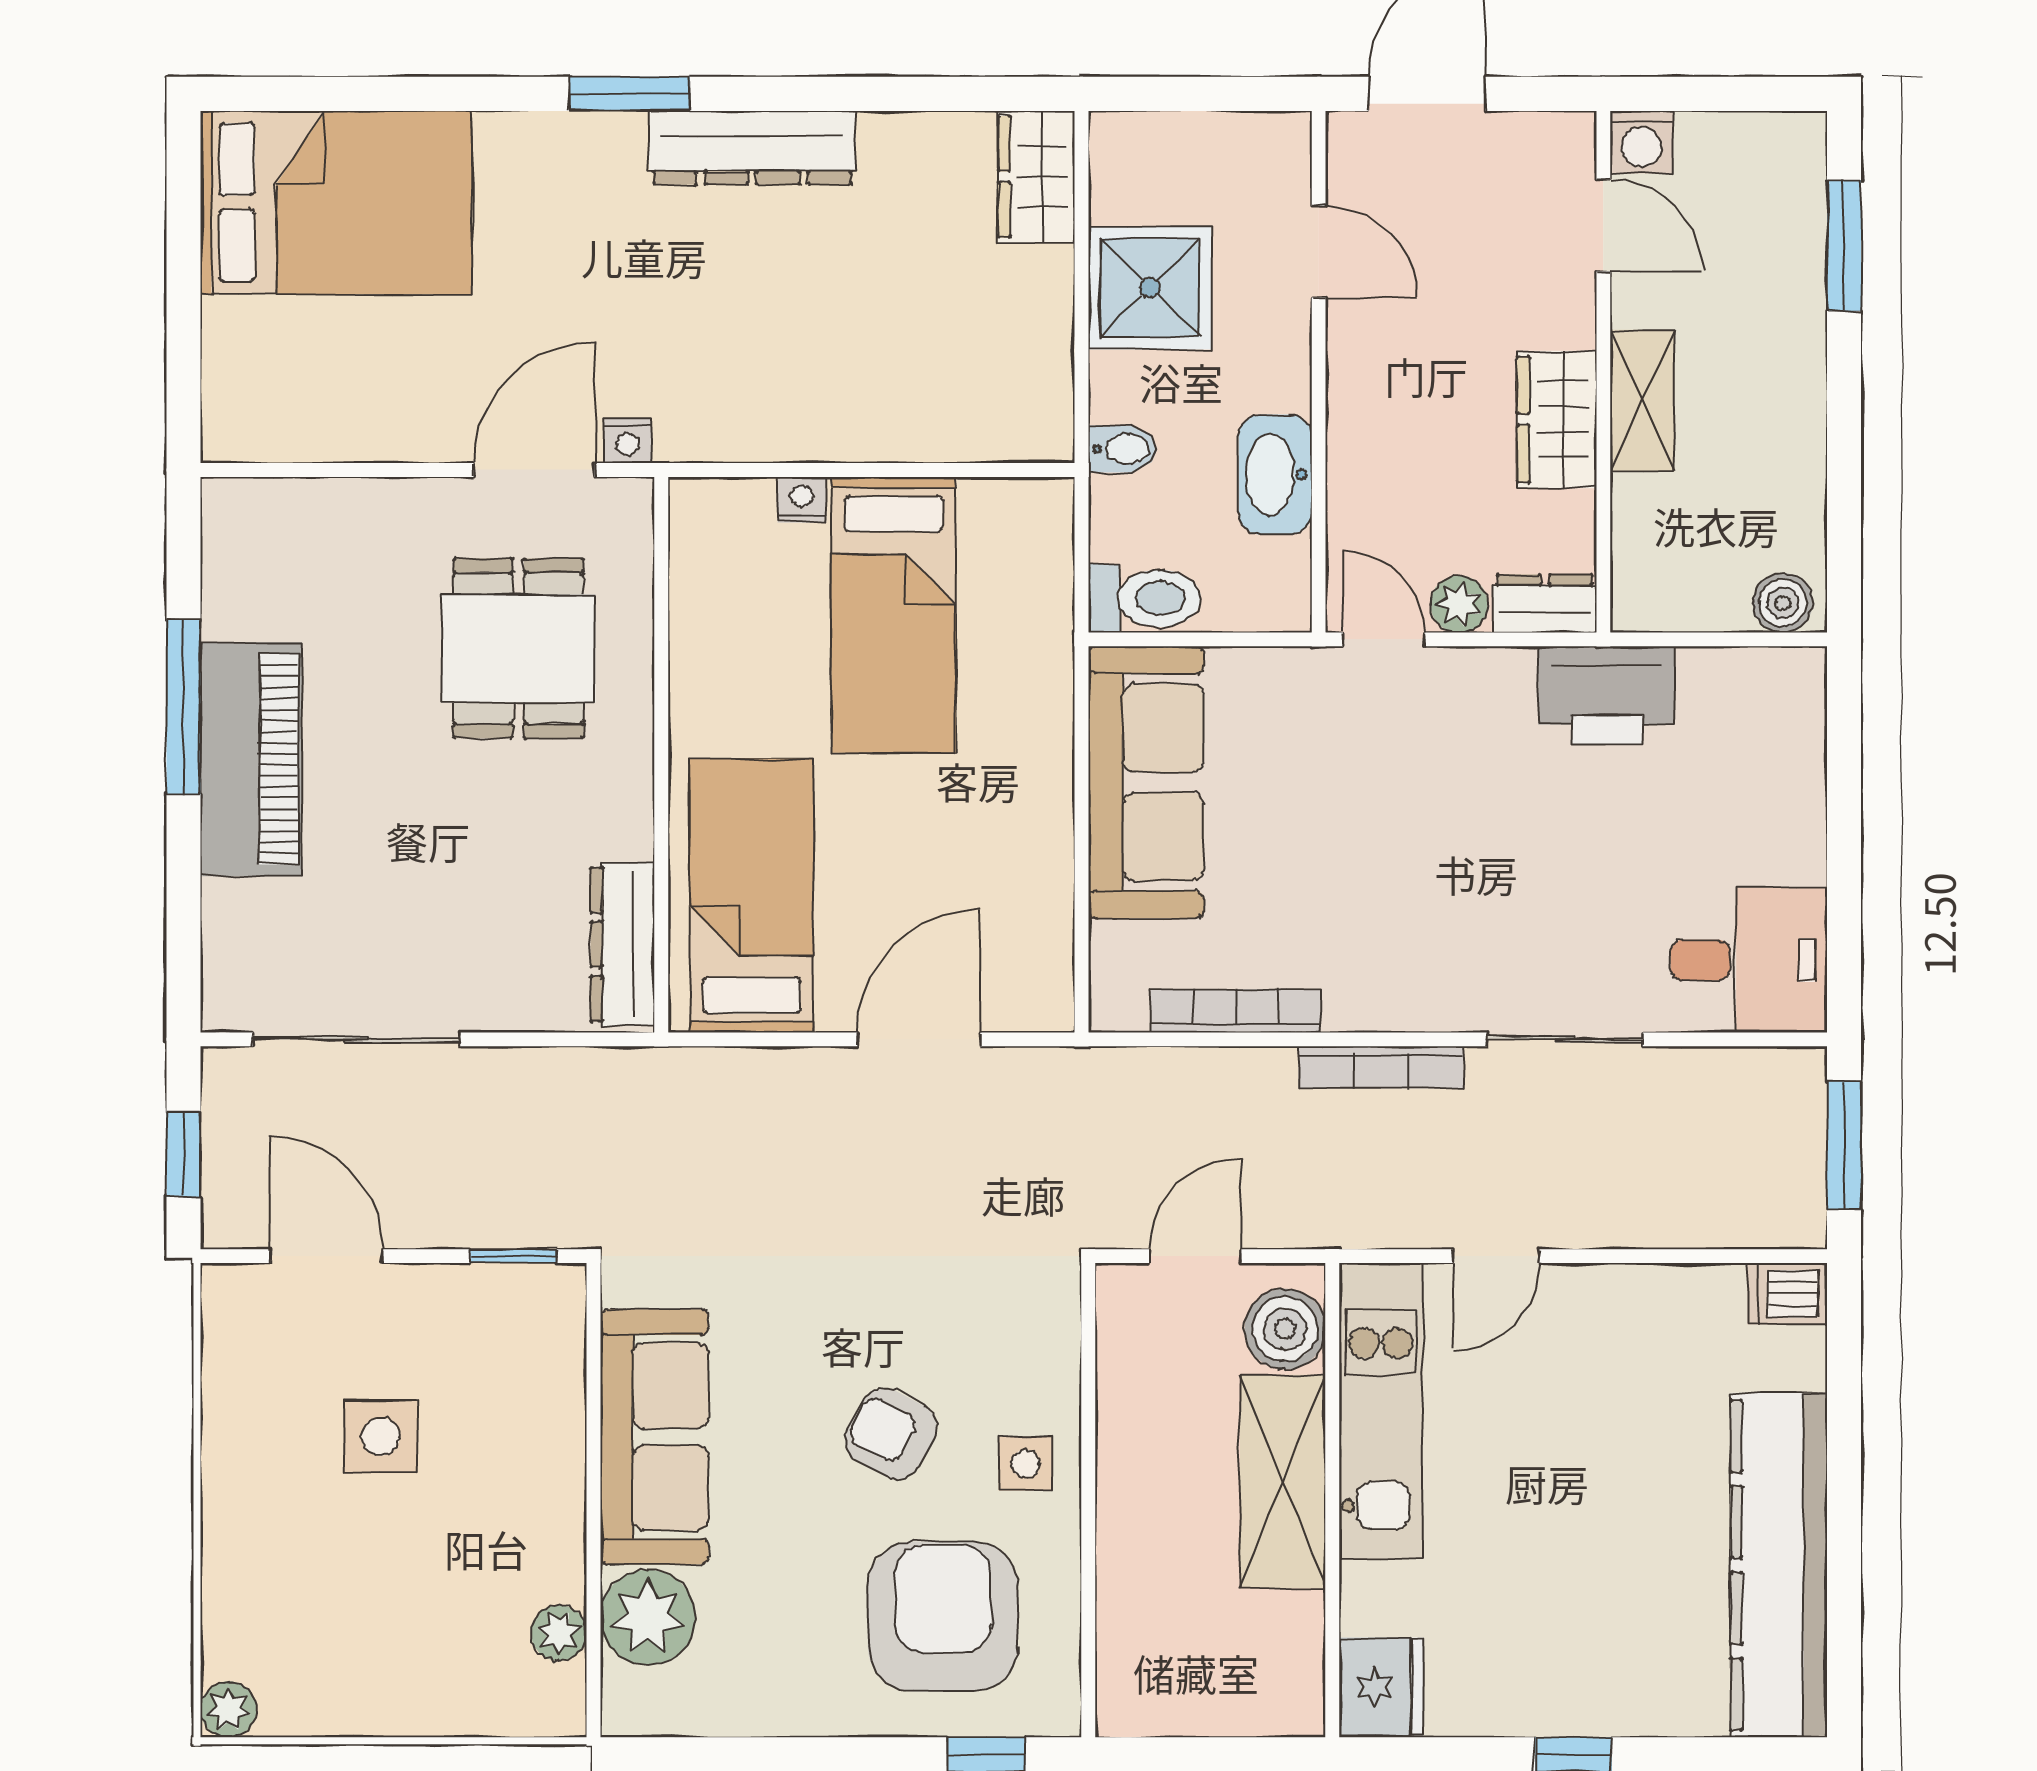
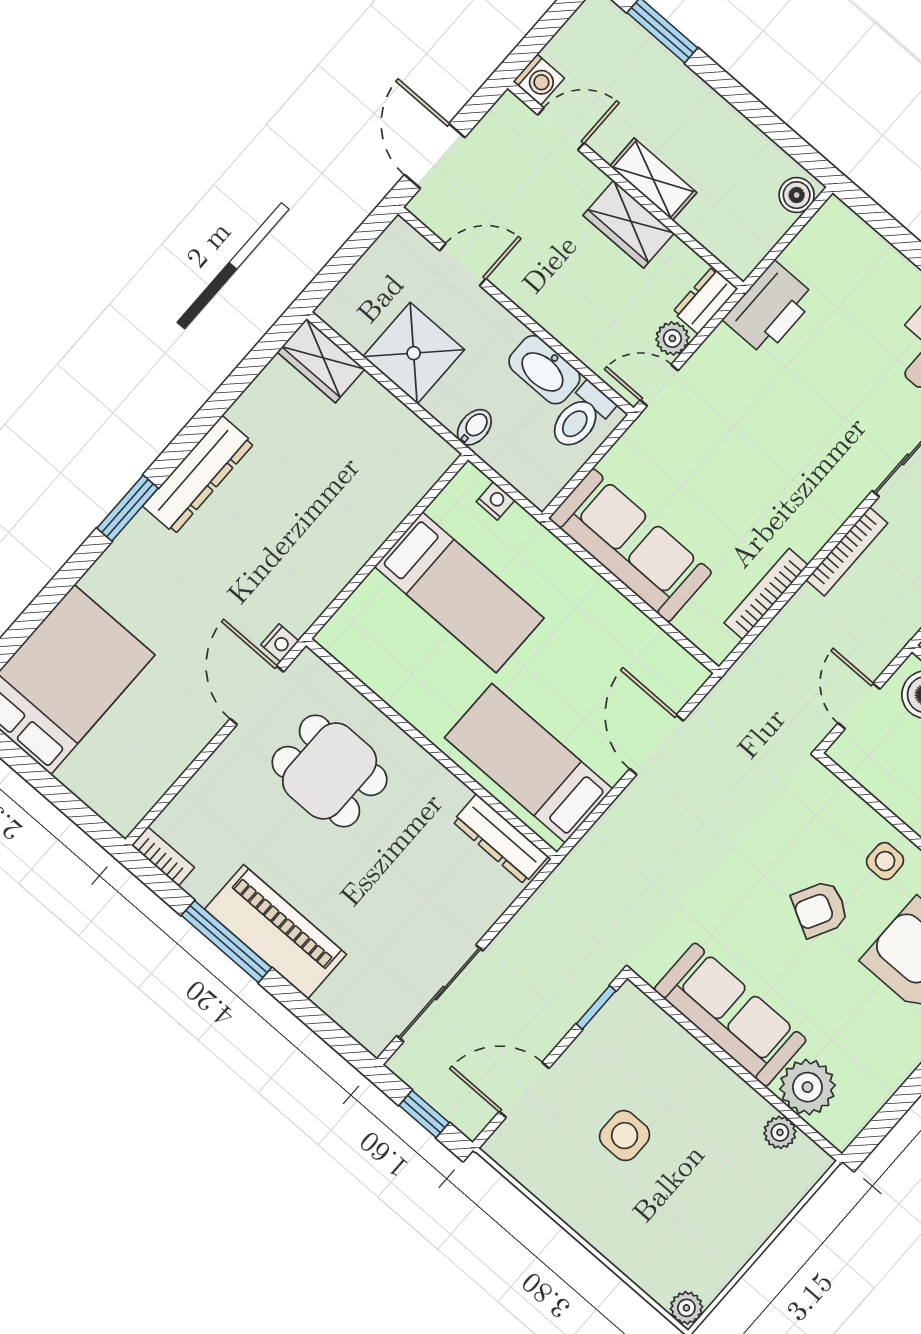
nightstand: (802, 500) -> (496, 501), moved, turned 90
bookcase: (222, 530) -> (163, 856), added
toilet: (1145, 598) -> (581, 417), moved, turned 180

